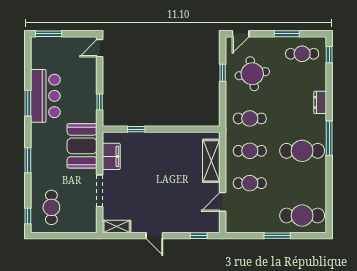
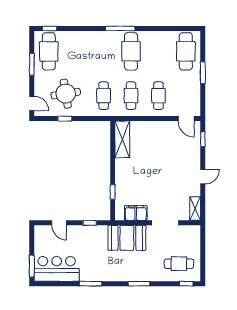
door: (100, 48) -> (59, 223), moved
cafe table: (302, 54) -> (49, 51), width x1.37, depth x1.35
bar counter: (45, 96) -> (57, 269), moved
dresser: (320, 102) -> (90, 36), removed
shelving: (211, 161) -> (122, 139), moved, turned 90
door: (223, 202) -> (186, 119), moved

